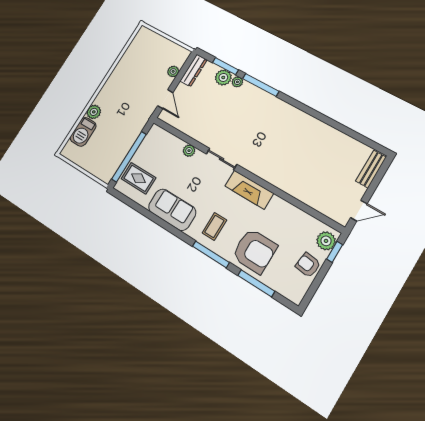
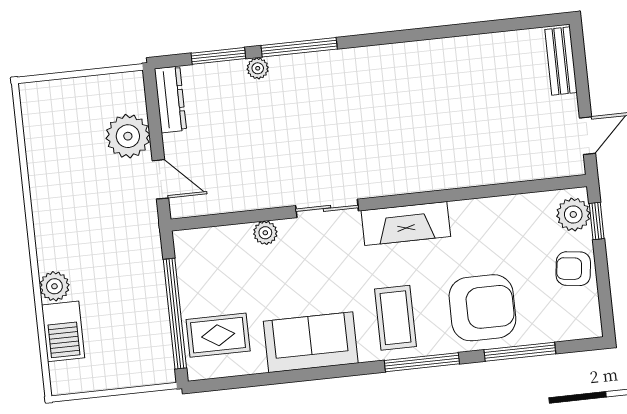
plant: (173, 71) -> (128, 136), width x1.88, depth x1.88
plant: (223, 77) -> (229, 77), removed
coffee table: (214, 226) -> (395, 318), width x1.36, depth x1.30

